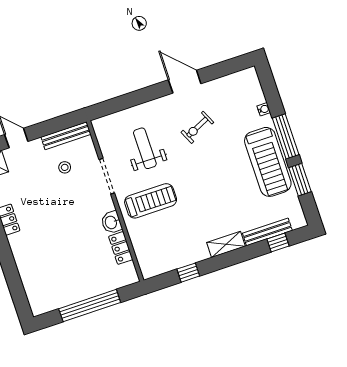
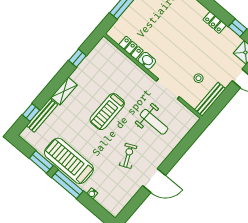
treadmill: (151, 201) -> (107, 112), moved

